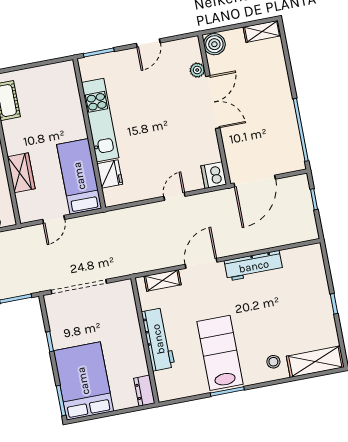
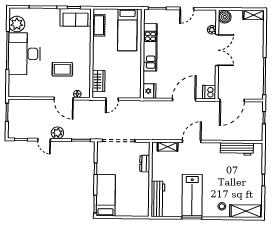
wardrobe: (21, 173) -> (99, 81), moved
fridge: (110, 174) -> (149, 91), moved
bed: (79, 176) -> (127, 30), moved, turned 180
door: (174, 196) -> (184, 100), width x1.88
workbench: (254, 266) -> (237, 149), moved
workbench: (158, 339) -> (158, 199), moved
lab bench: (220, 353) -> (192, 195), turned 180
bed: (83, 381) -> (106, 195), width x0.67
dresser: (144, 391) -> (145, 164), moved

